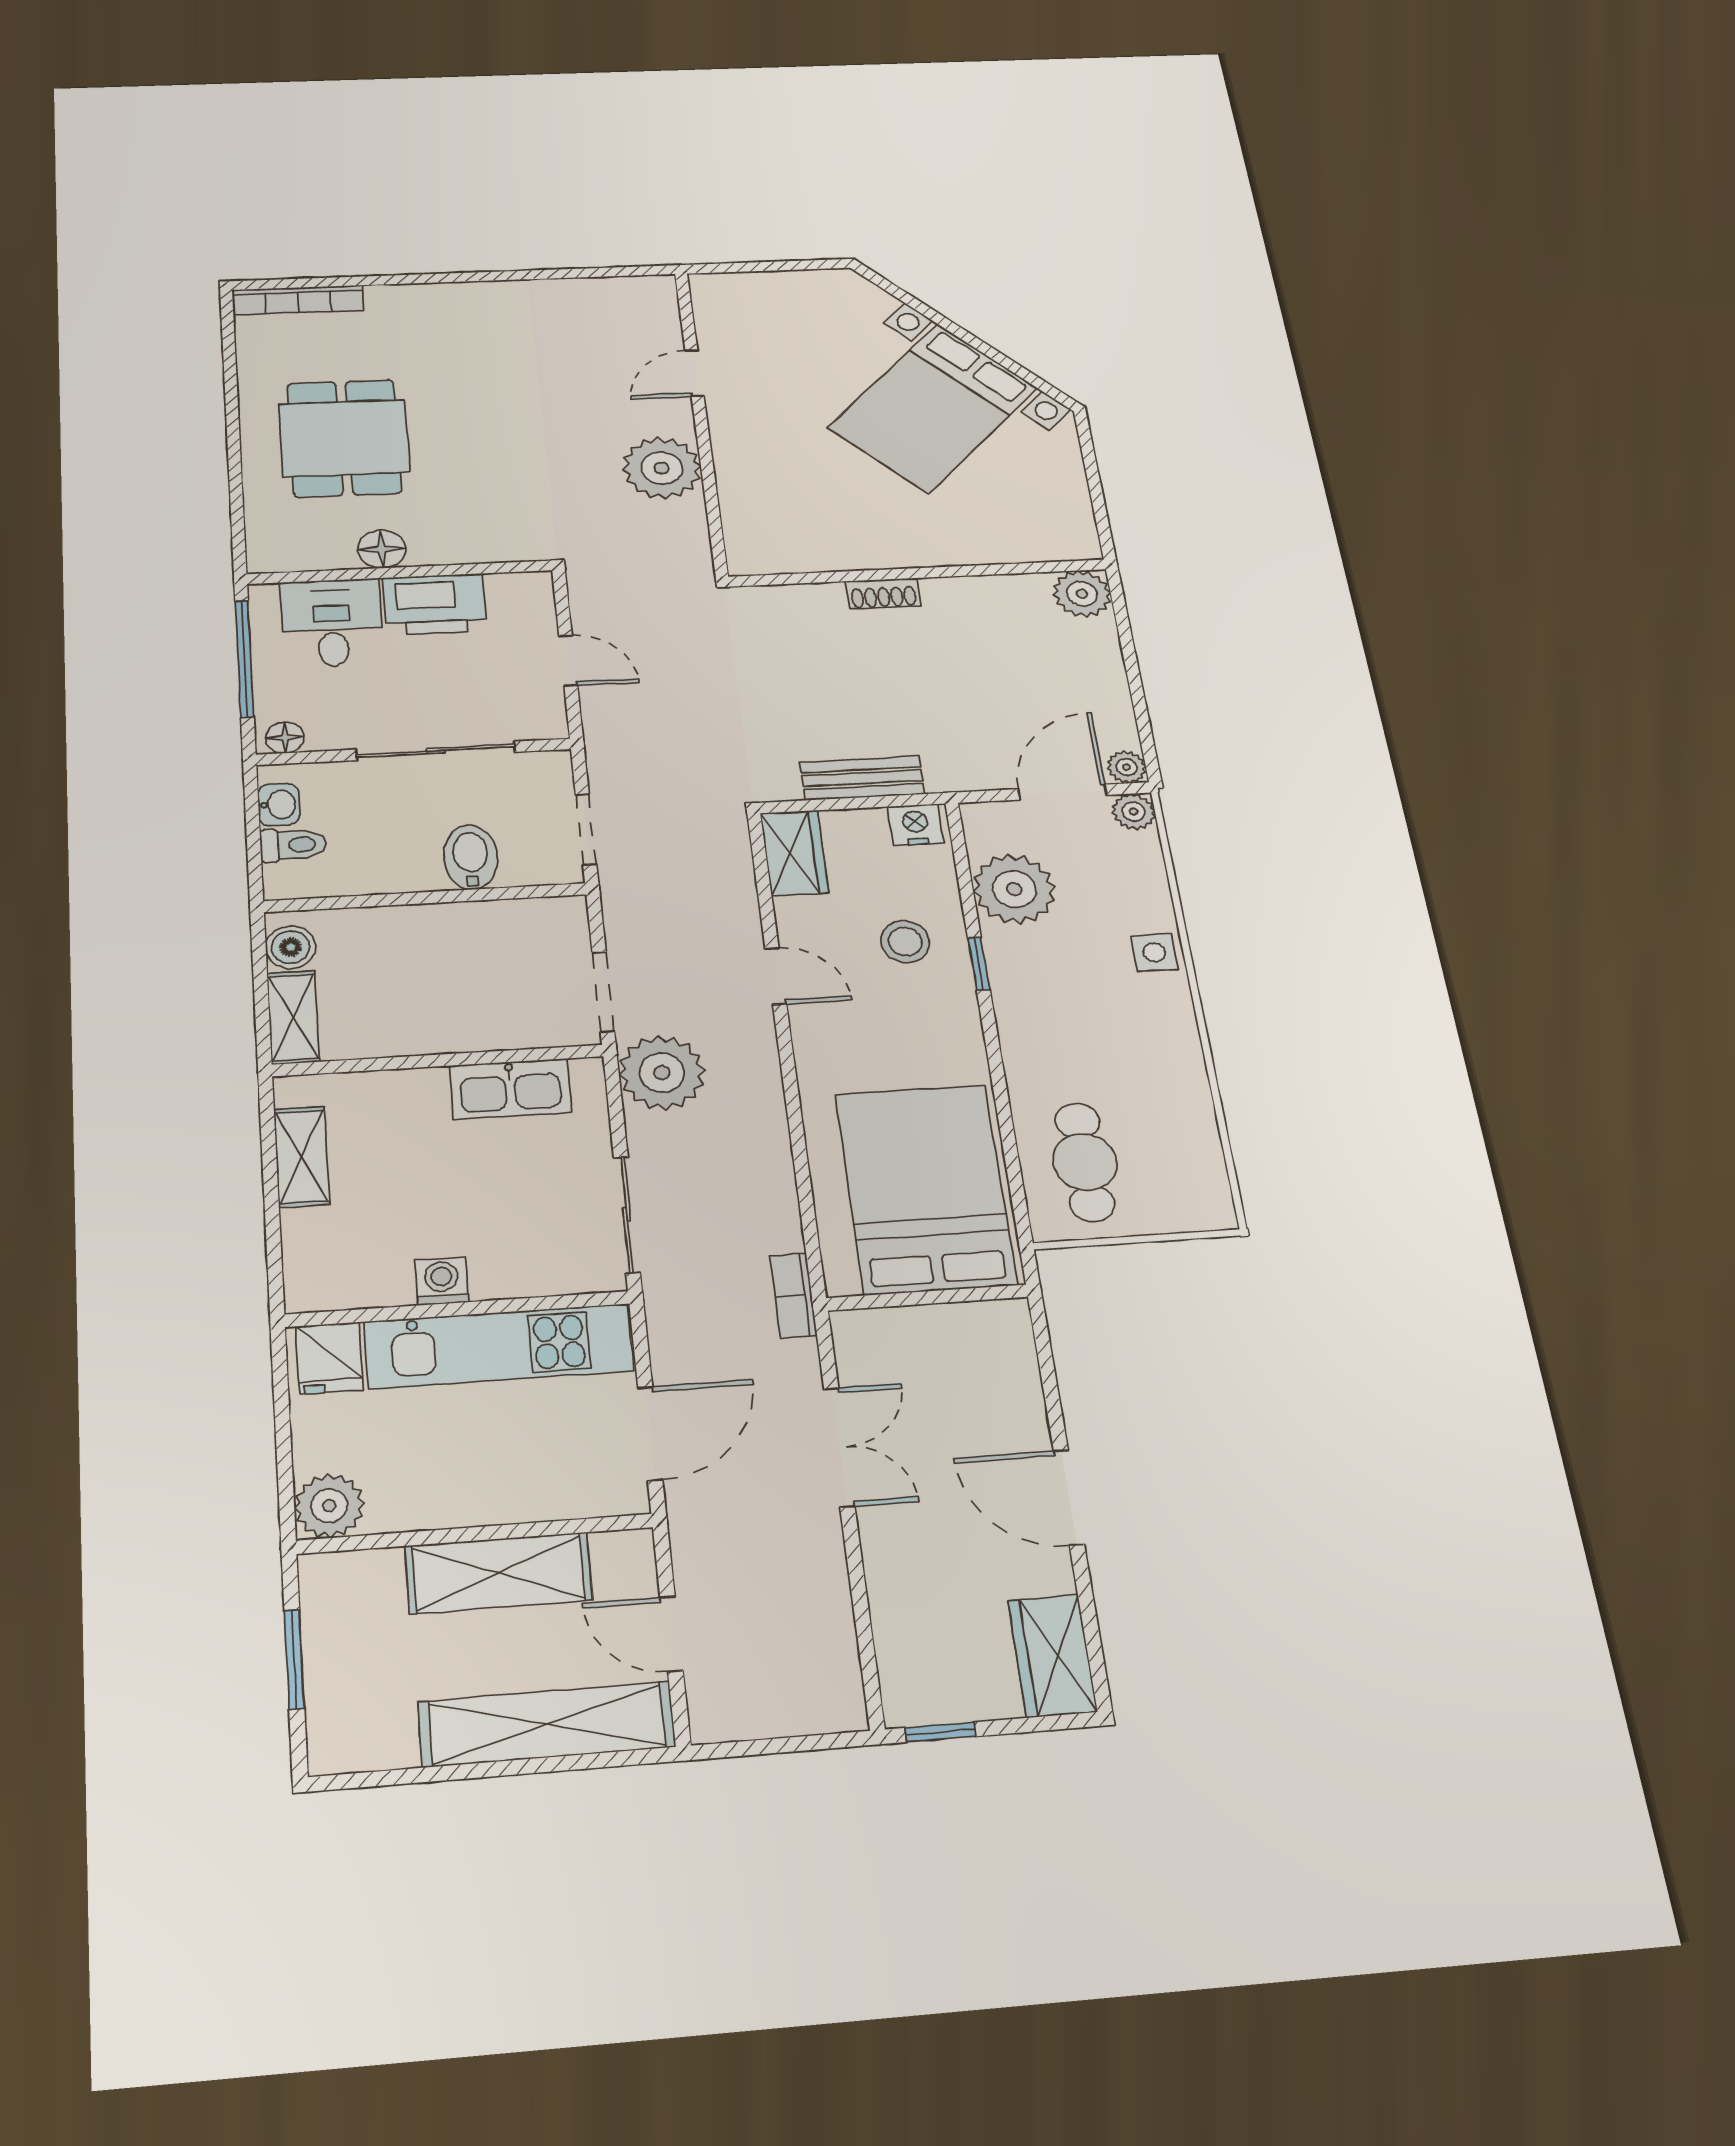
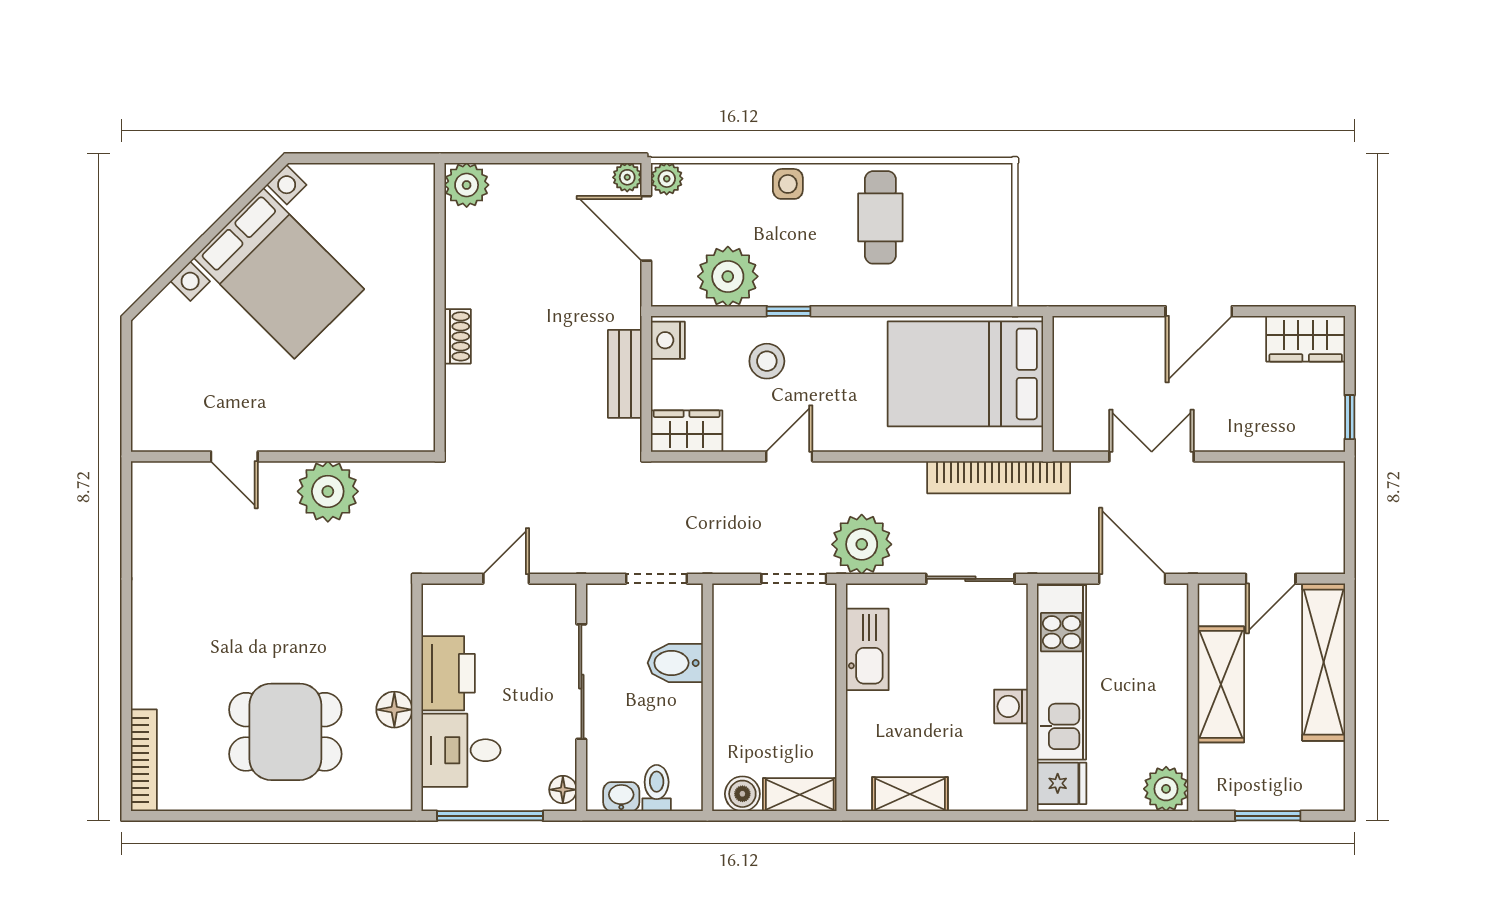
cafe table: (1085, 1162) -> (880, 217), moved, turned 90
bookcase: (793, 1295) -> (999, 477), width x2.31, depth x1.31

